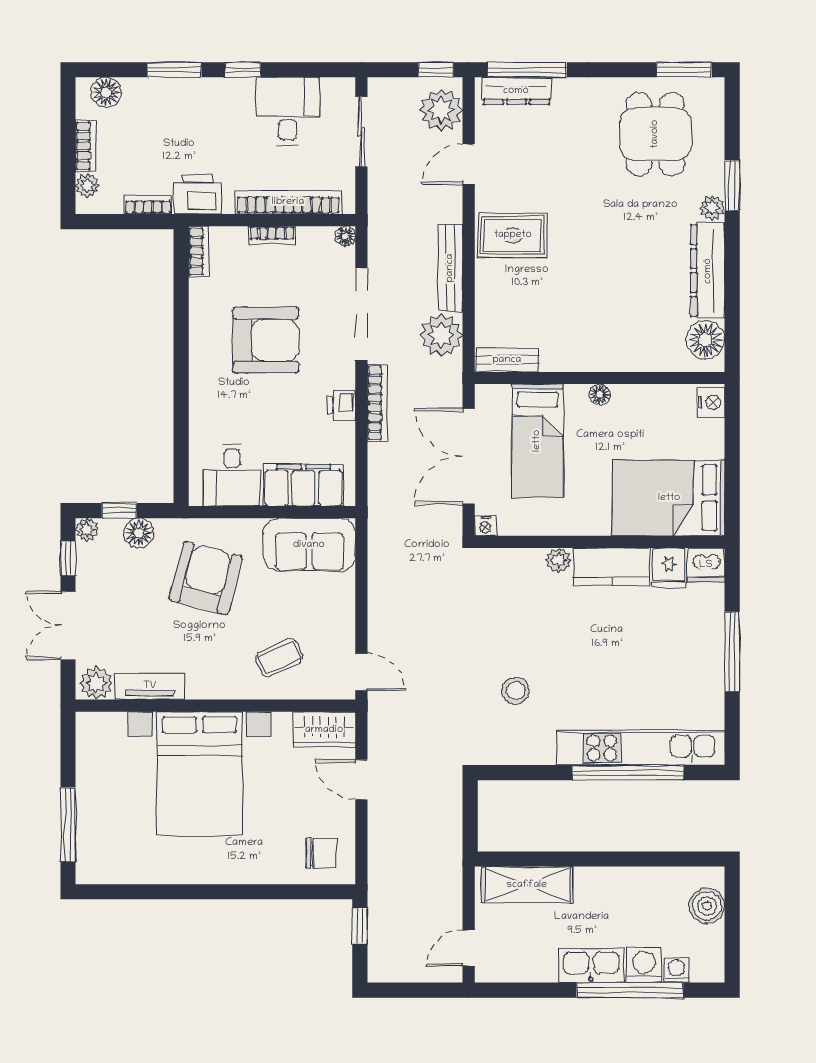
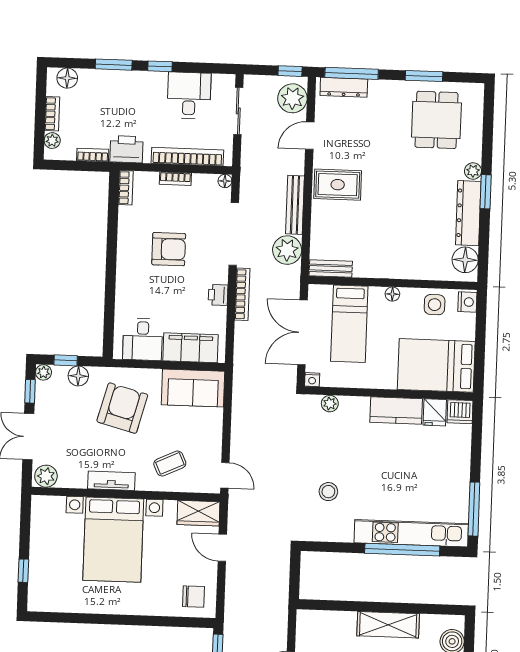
window: (684, 70) -> (424, 76), moved
window: (732, 185) -> (486, 192), moved
armchair: (266, 340) -> (169, 249), width x0.73, depth x0.73
side table: (663, 408) -> (435, 305), added
plant: (558, 560) -> (330, 404), moved
window: (732, 652) -> (474, 509), moved
tv unit: (150, 686) -> (111, 481), moved
window: (68, 824) -> (23, 571), width x0.46
shelving: (527, 885) -> (388, 625), moved

